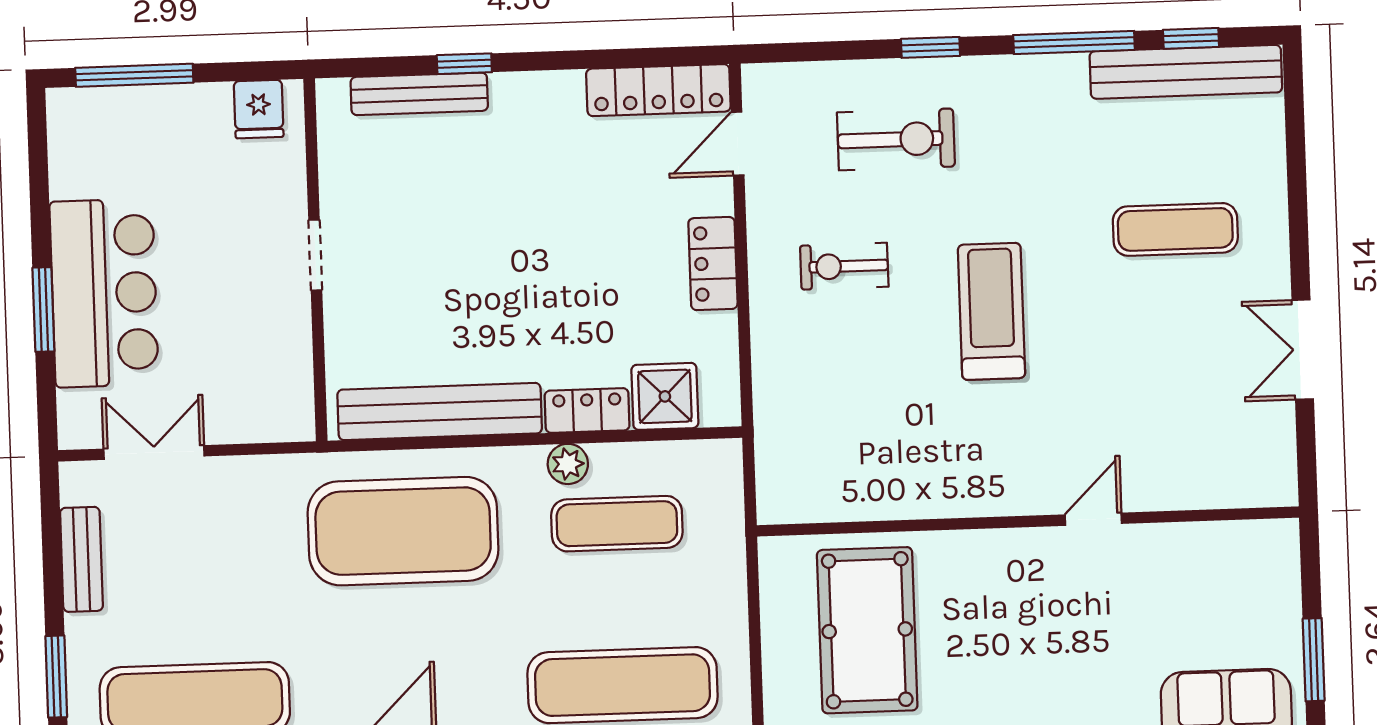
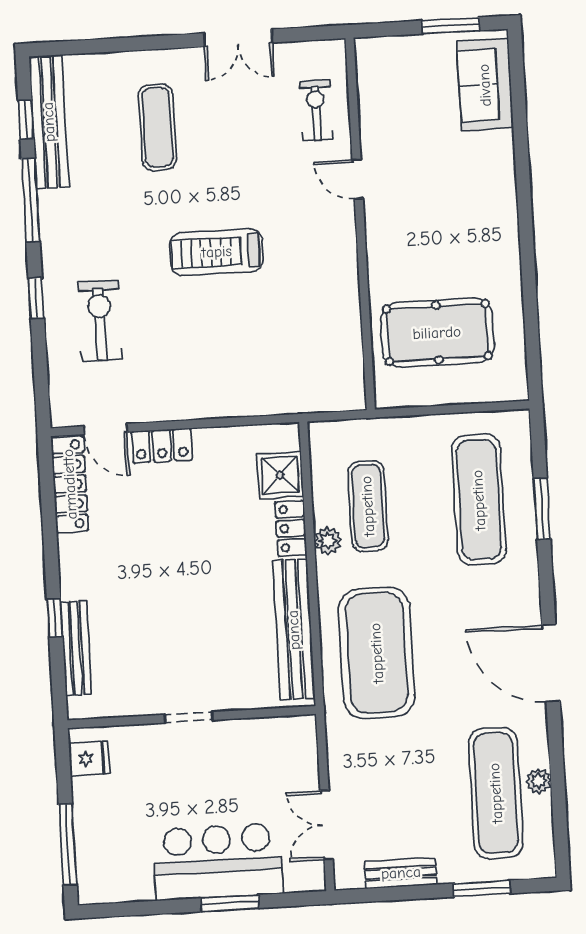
locker: (713, 264) -> (162, 446), moved
exercise bike: (844, 266) -> (316, 110), moved, turned 180

